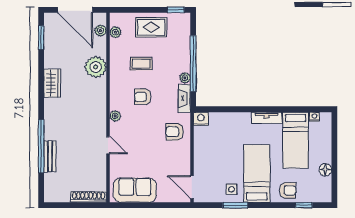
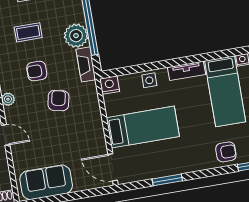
plant: (185, 78) -> (76, 36), width x1.88, depth x1.88
armchair: (175, 132) -> (58, 101), moved, turned 102
bed: (257, 174) -> (143, 127), moved, turned 90
side table: (231, 189) -> (149, 80), moved

